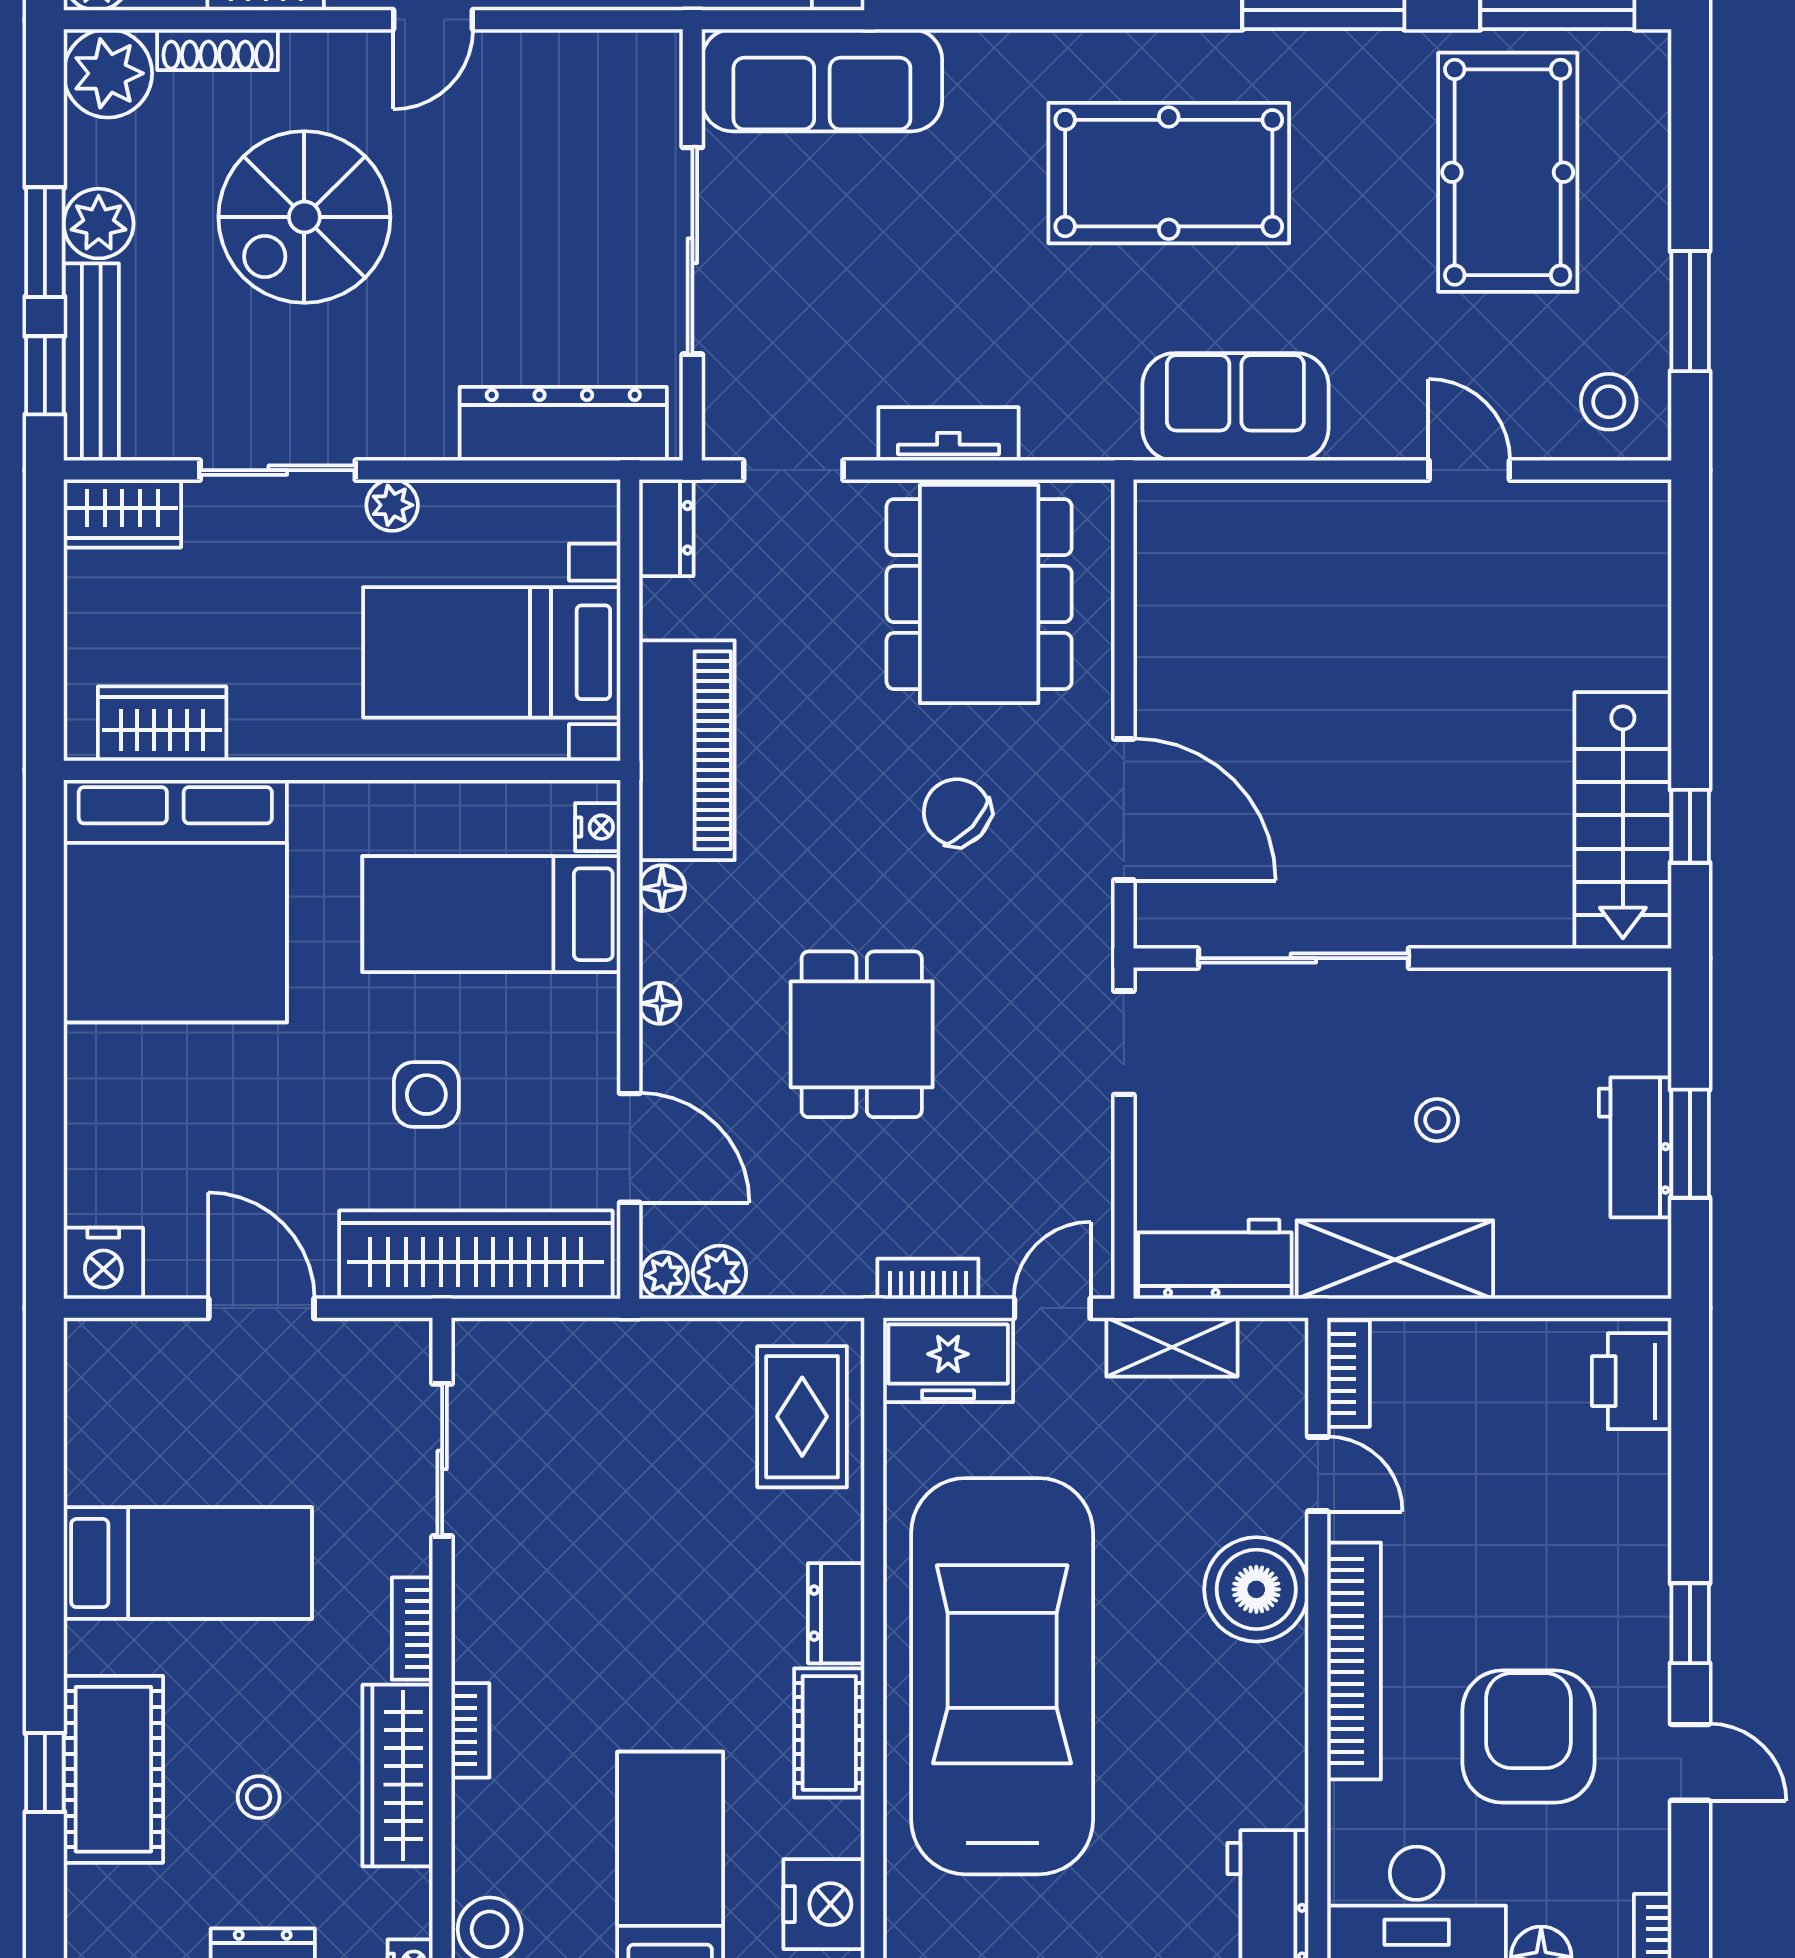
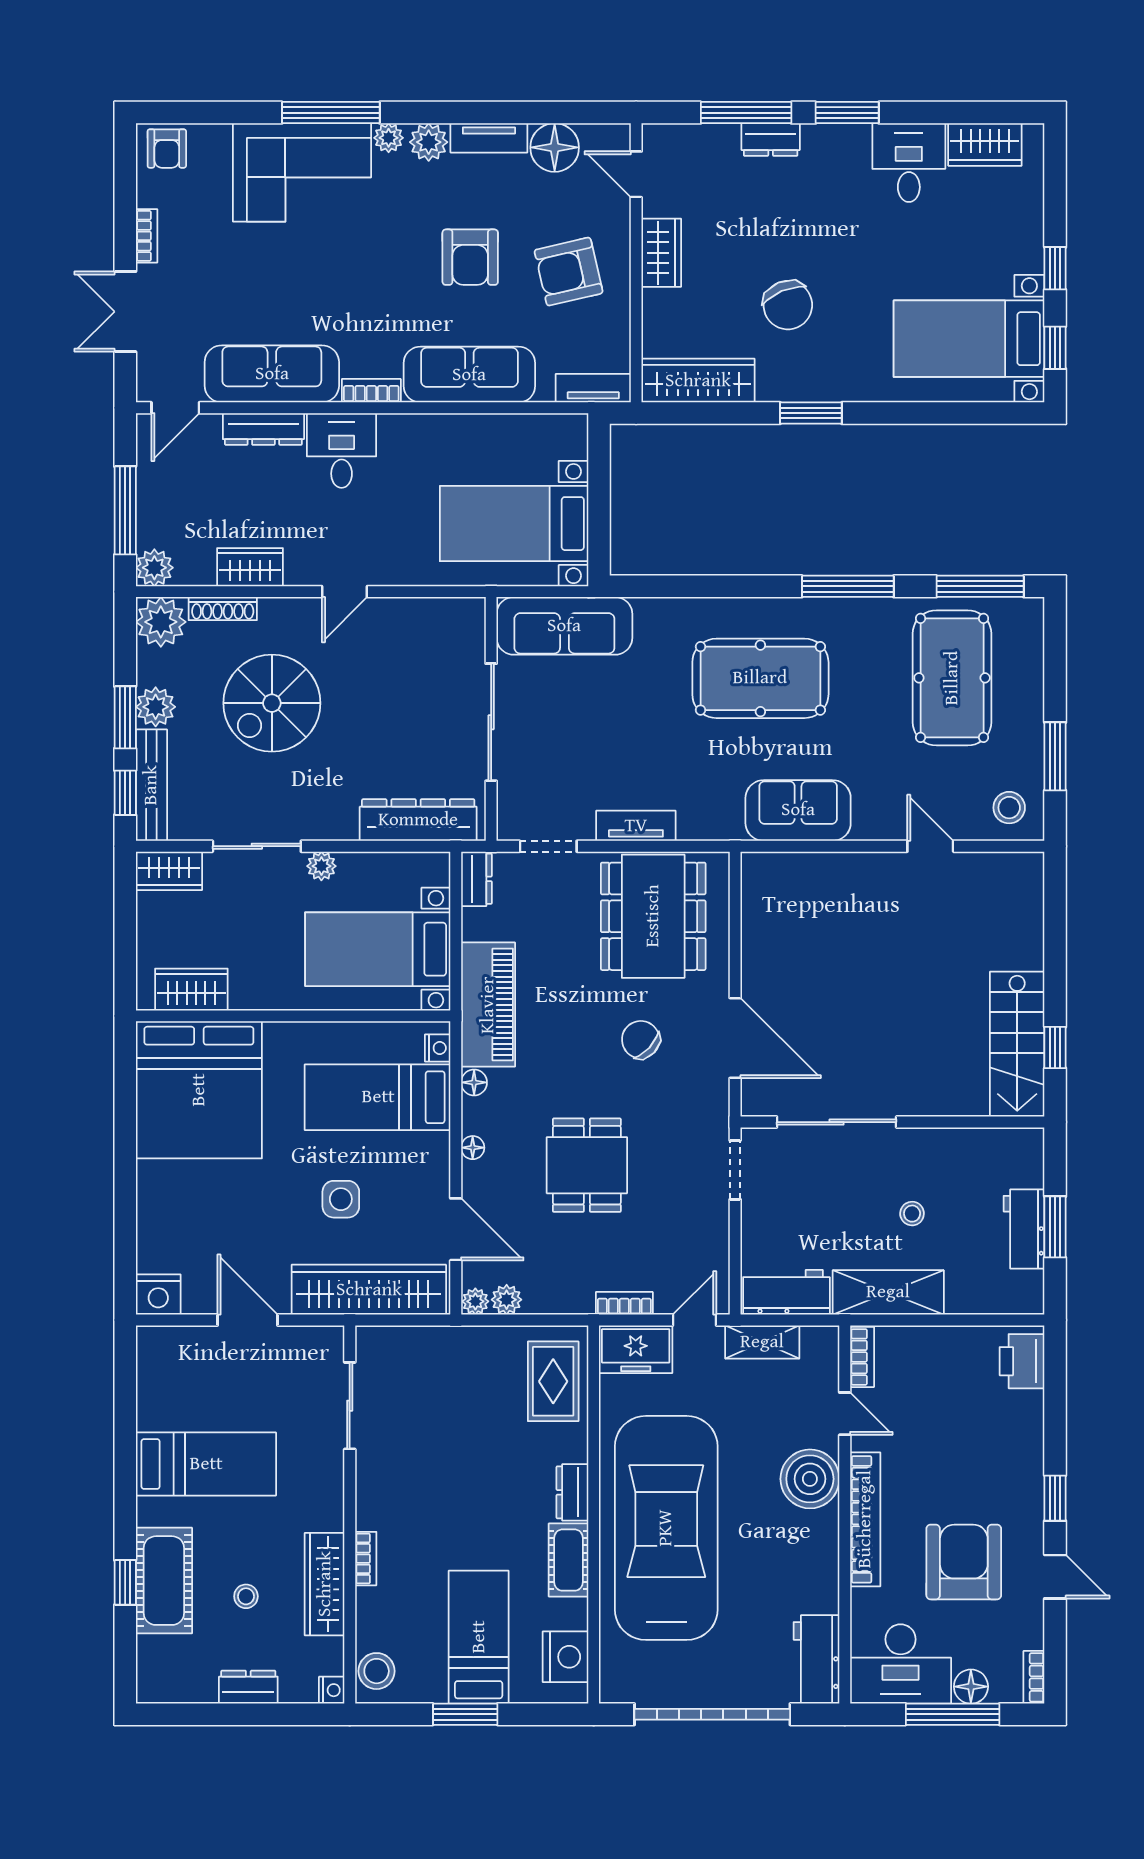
bookcase: (412, 1629) -> (333, 1501), removed

